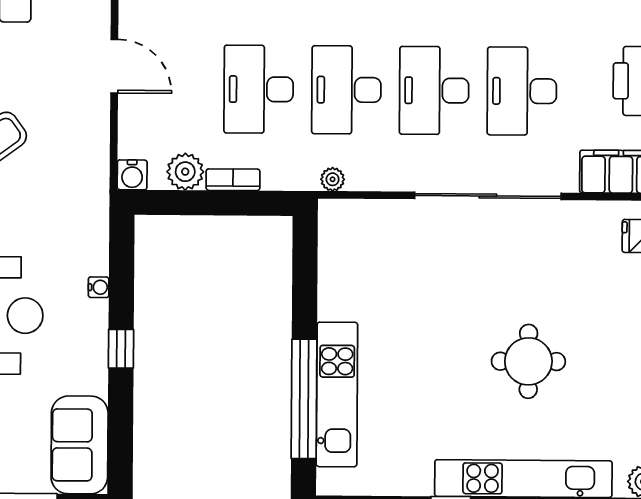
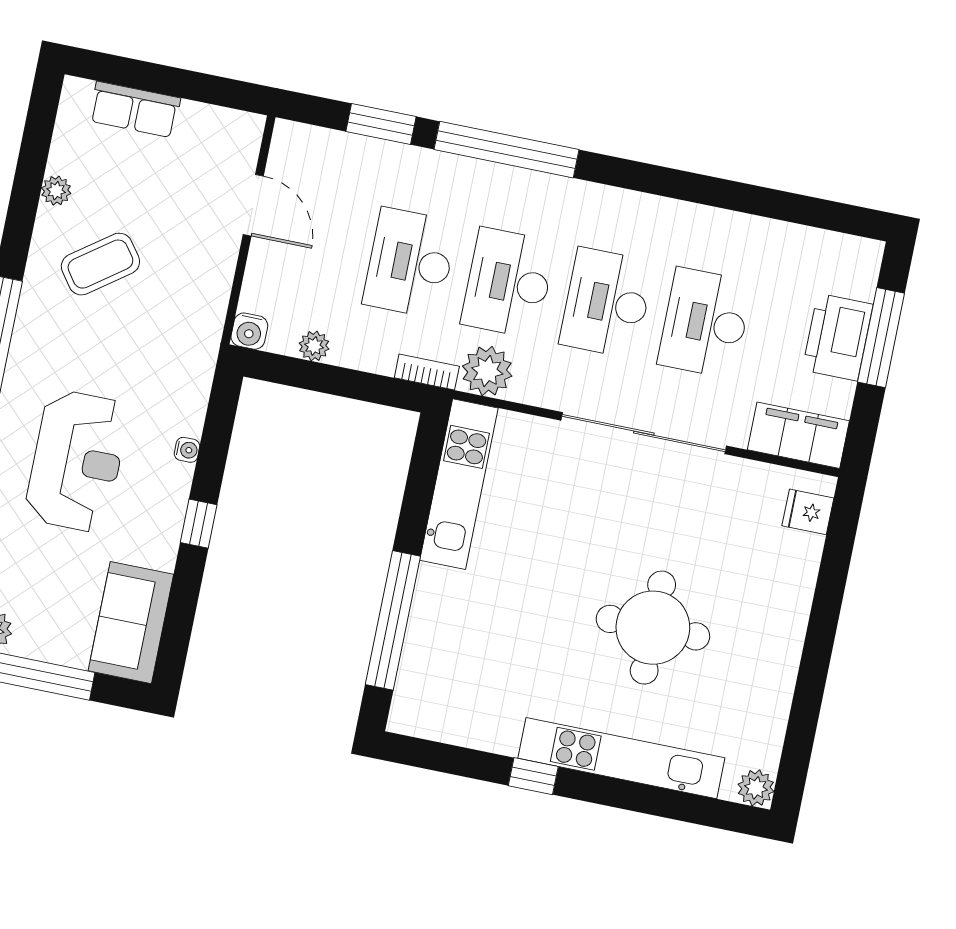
plant: (185, 172) -> (314, 346), width x0.73, depth x0.73
plant: (333, 179) -> (487, 371), width x1.87, depth x1.87
bookcase: (233, 180) -> (427, 372), moved
round table: (528, 361) -> (653, 628), width x1.36, depth x1.36
kitchen unit: (337, 394) -> (459, 484), moved

